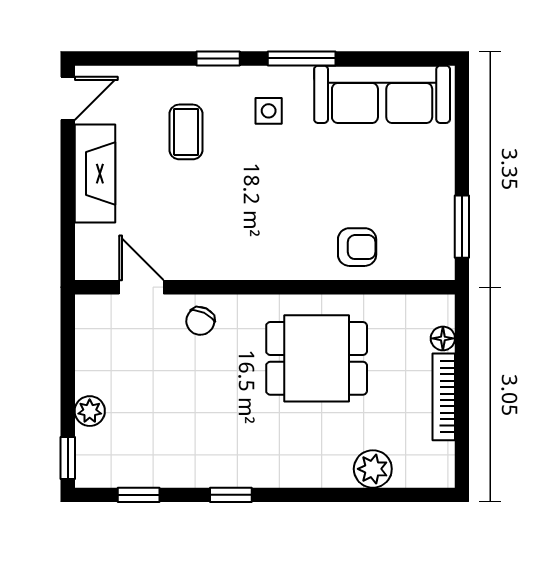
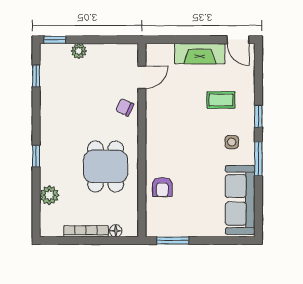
window: (231, 495) -> (36, 156), moved

